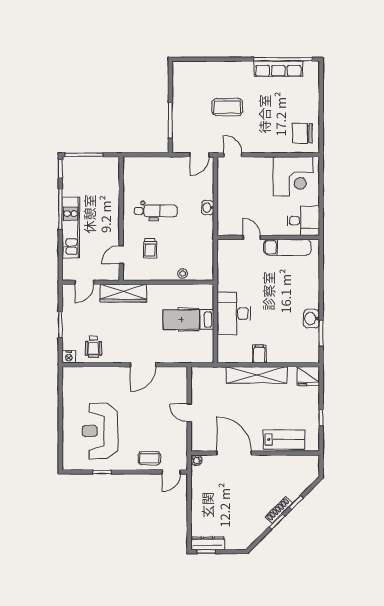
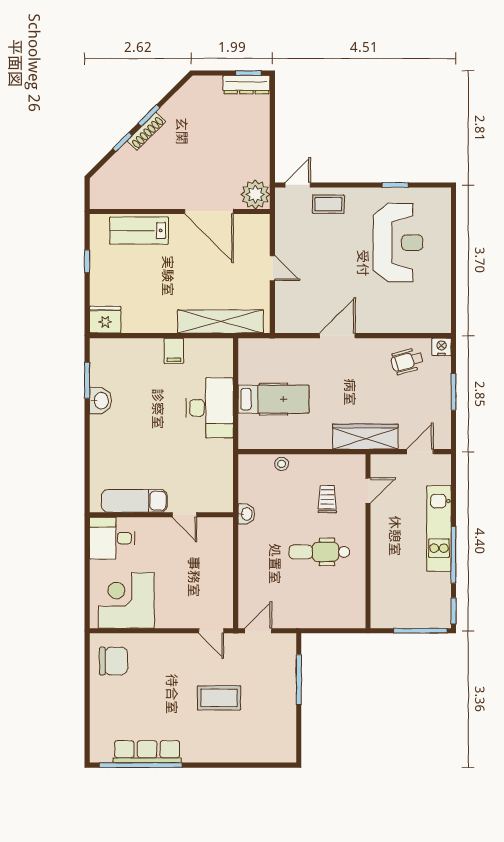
washbasin: (208, 208) -> (246, 514), moved
wheelchair: (93, 347) -> (407, 361), turned -105
shelving: (257, 375) -> (221, 322), moved
plant: (196, 460) -> (255, 194), width x1.88, depth x1.88

